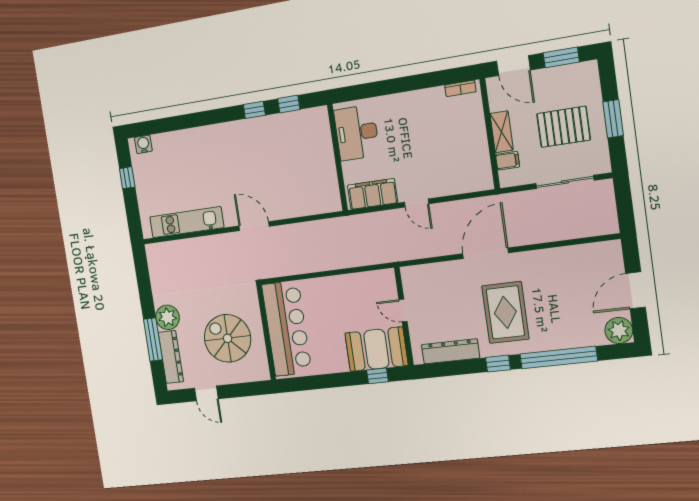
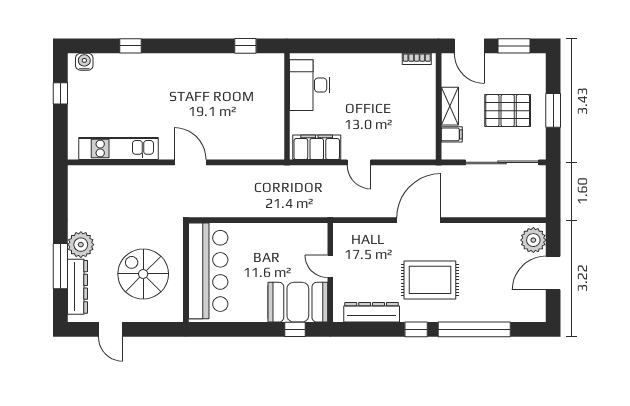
window: (254, 110) -> (131, 46), moved
sliding door: (565, 182) -> (502, 162), width x1.36
rug: (505, 312) -> (430, 280), turned 90
plant: (619, 330) -> (533, 240), moved

